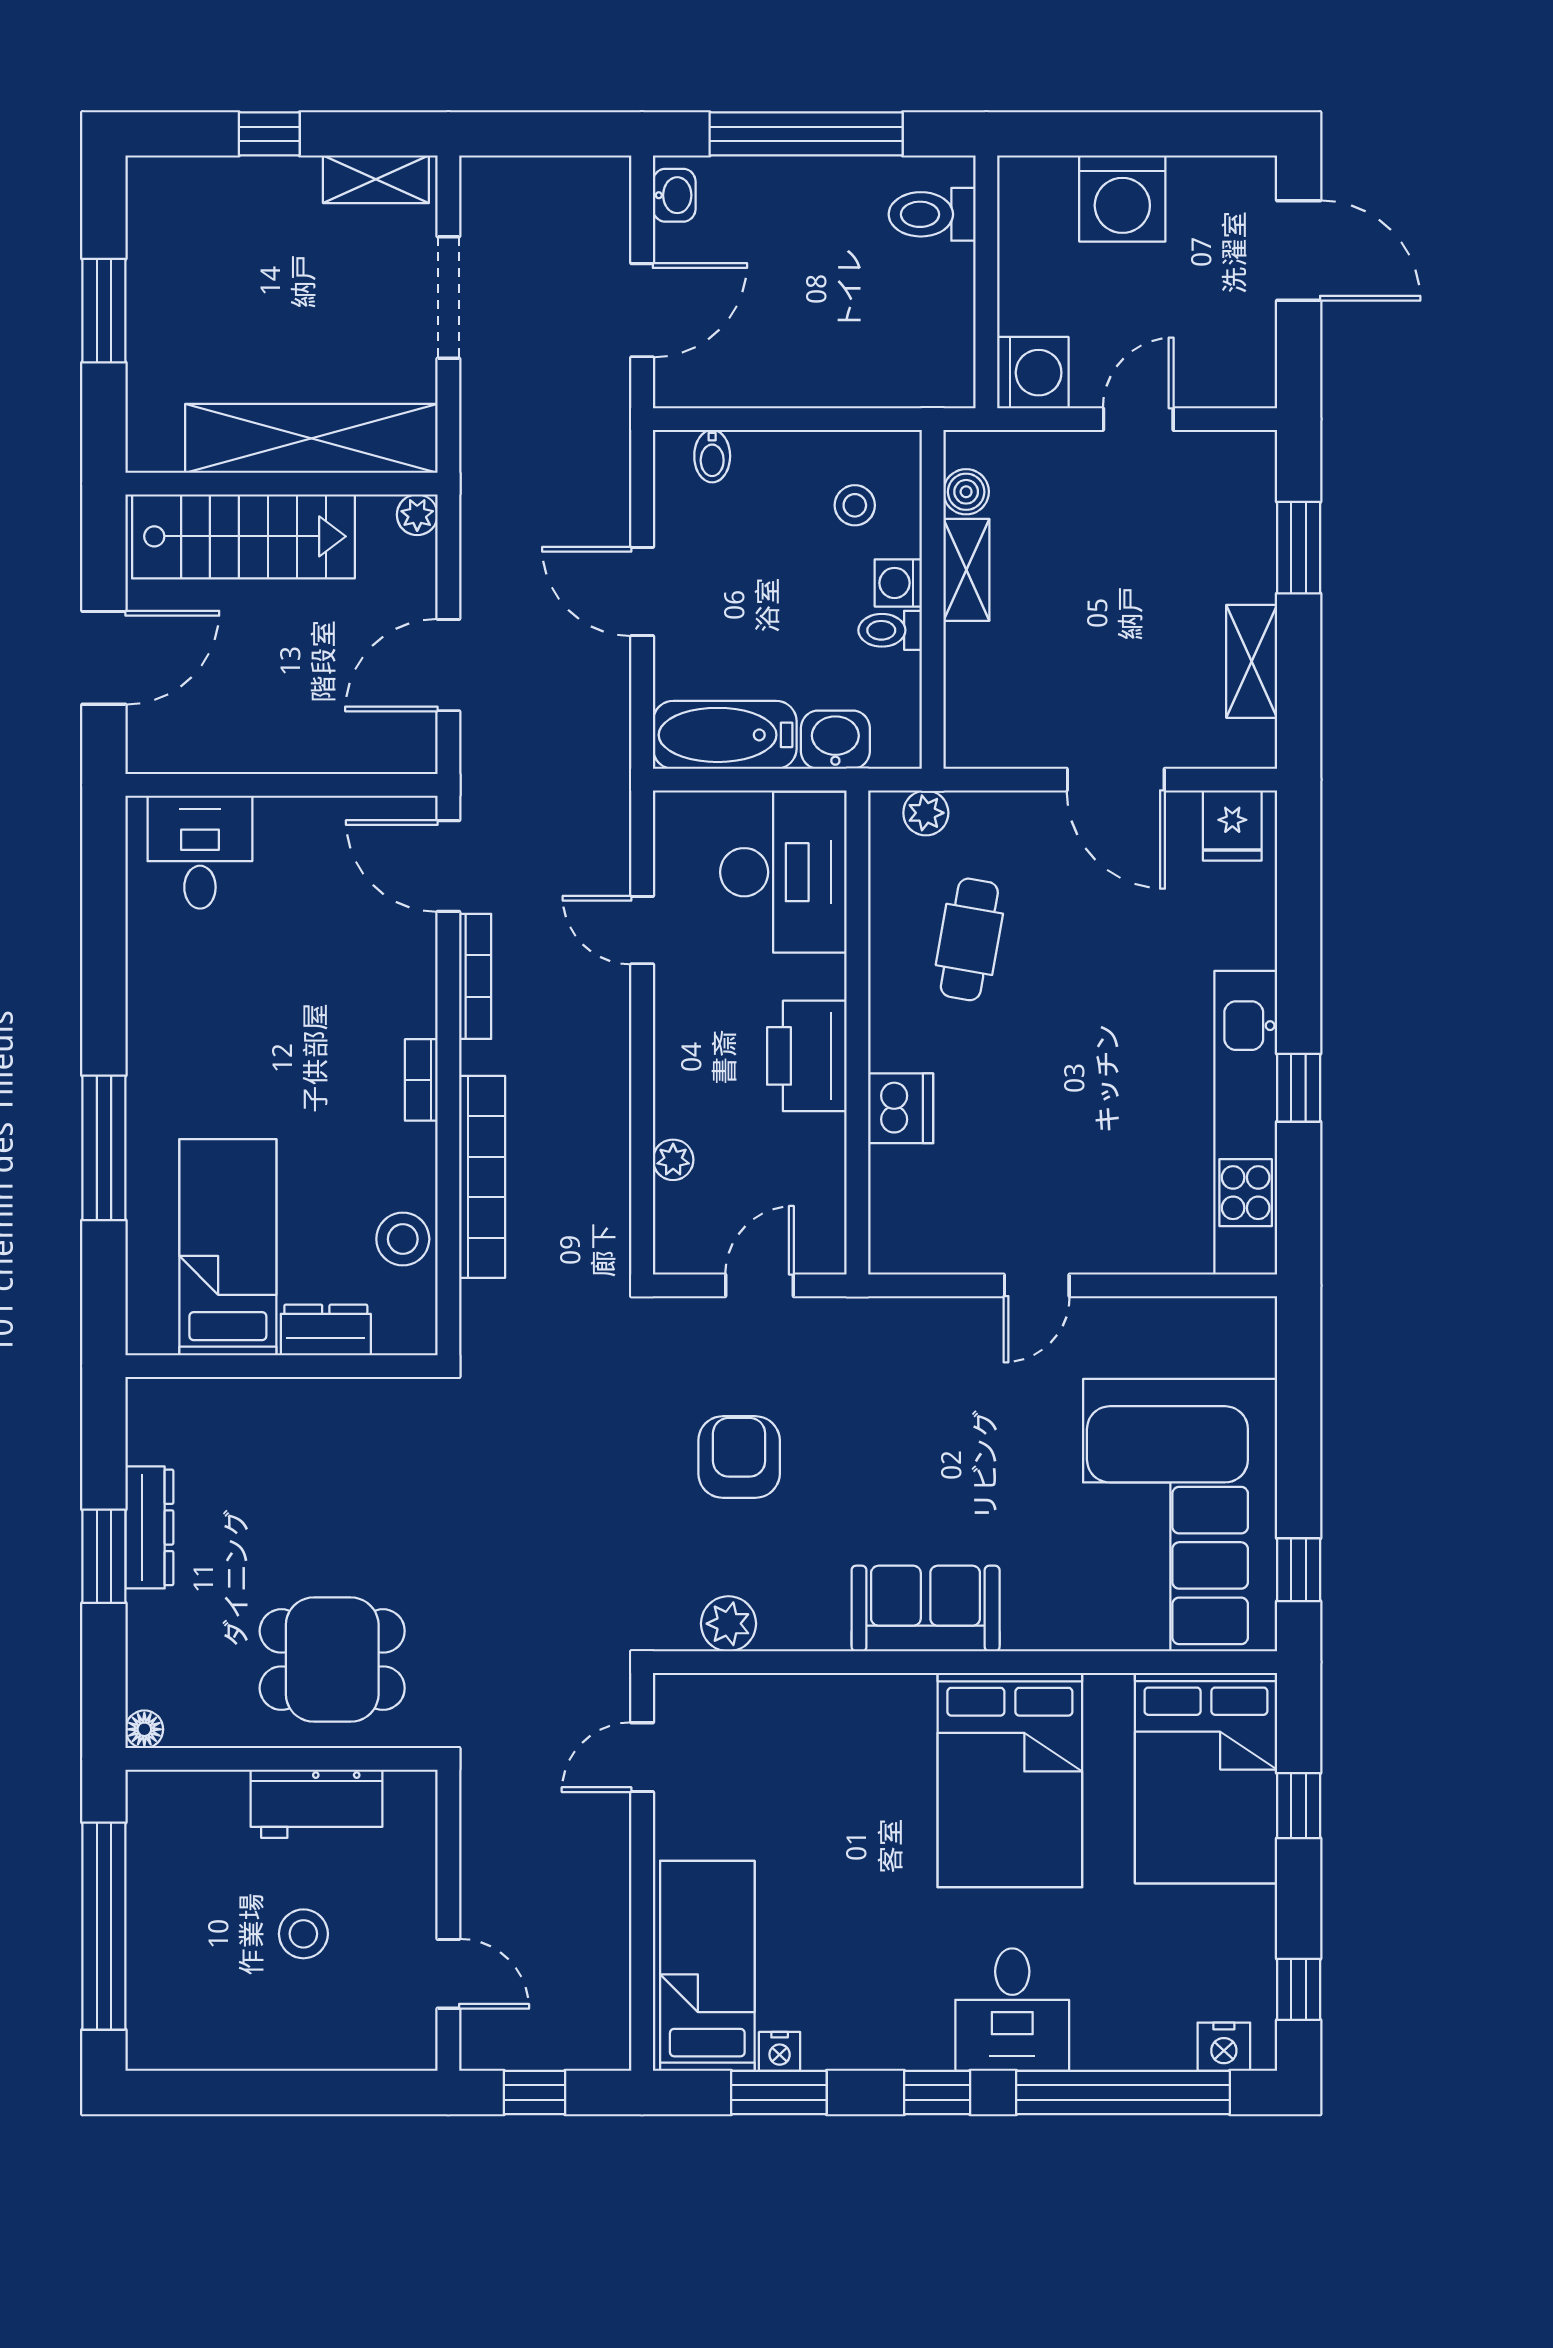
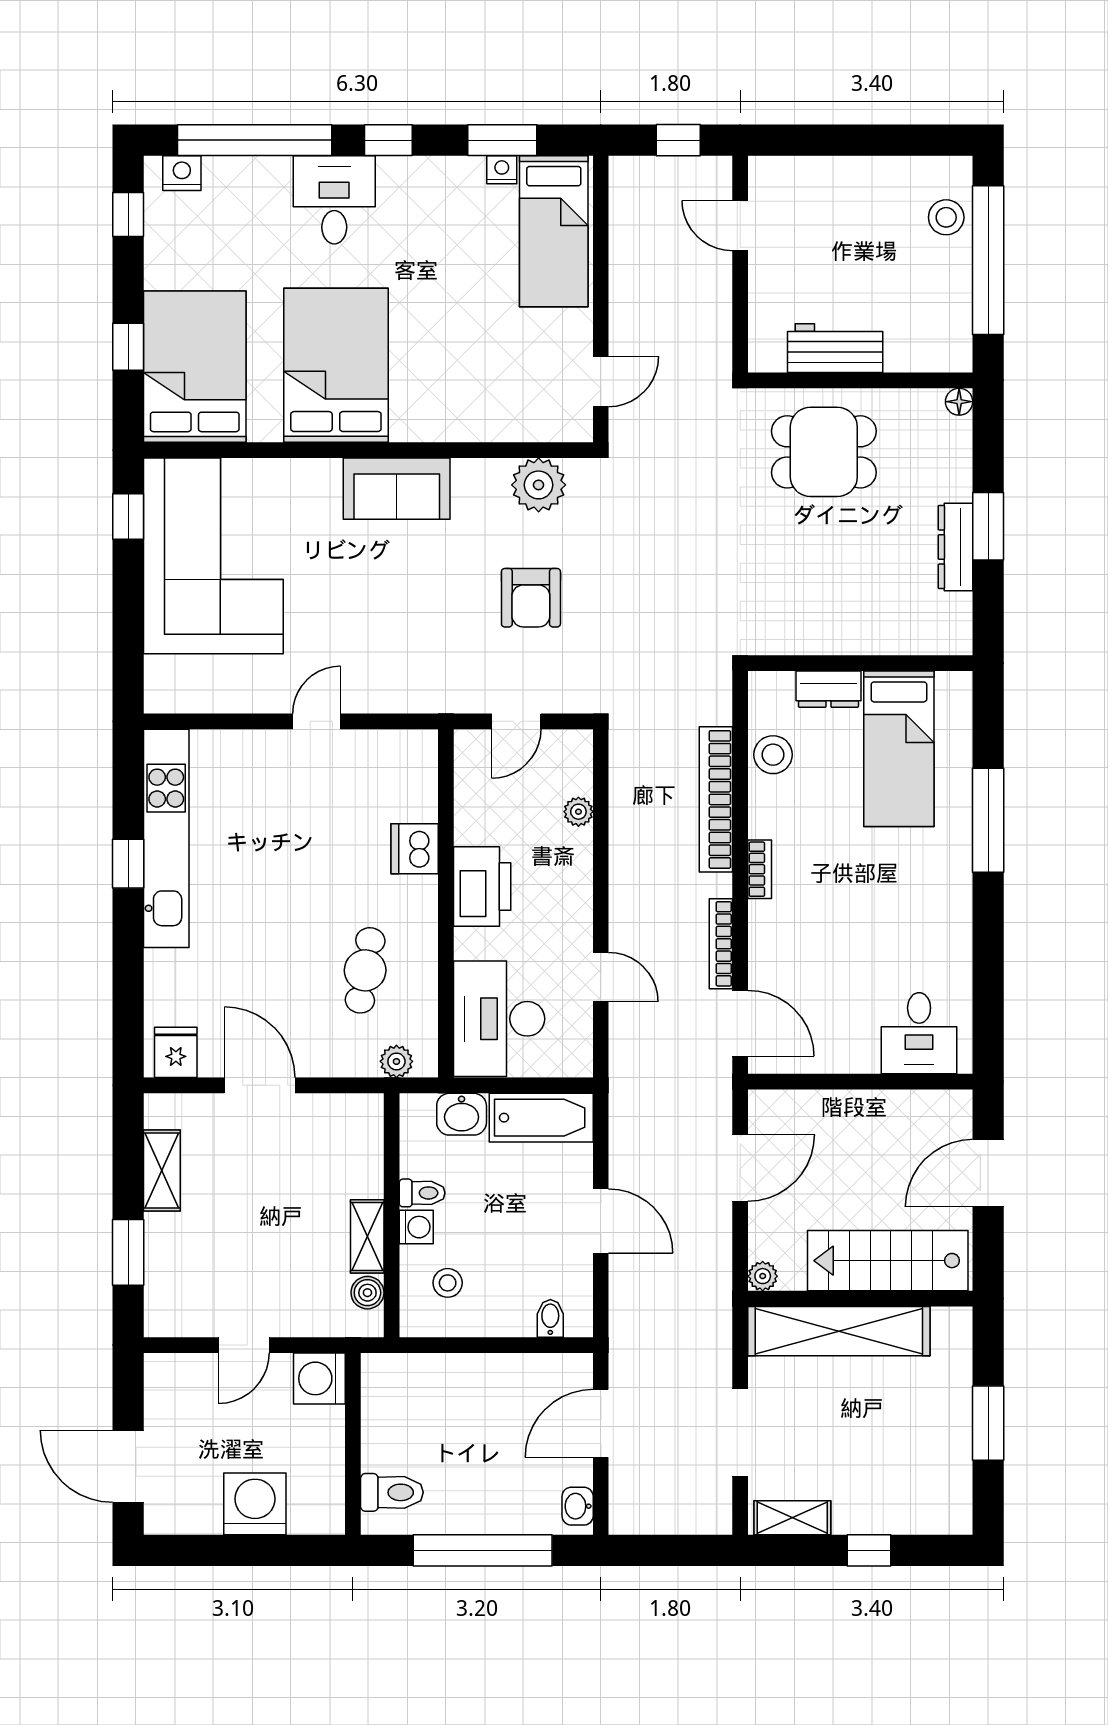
plant: (728, 1624) -> (539, 485), width x1.36, depth x1.36
stool: (303, 1934) -> (946, 217), moved

